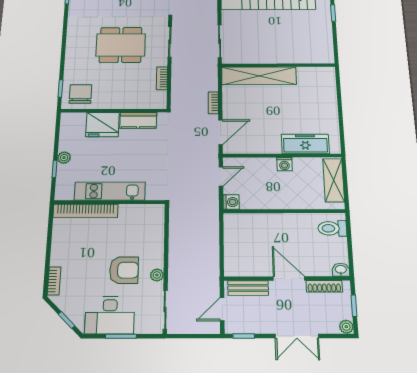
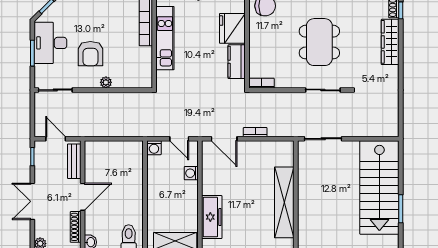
shelving: (259, 76) -> (284, 202), moved
bookcase: (162, 78) -> (261, 83), moved
washing machine: (284, 164) -> (191, 173), moved
plant: (157, 275) -> (106, 82), moved

